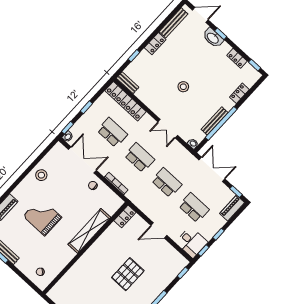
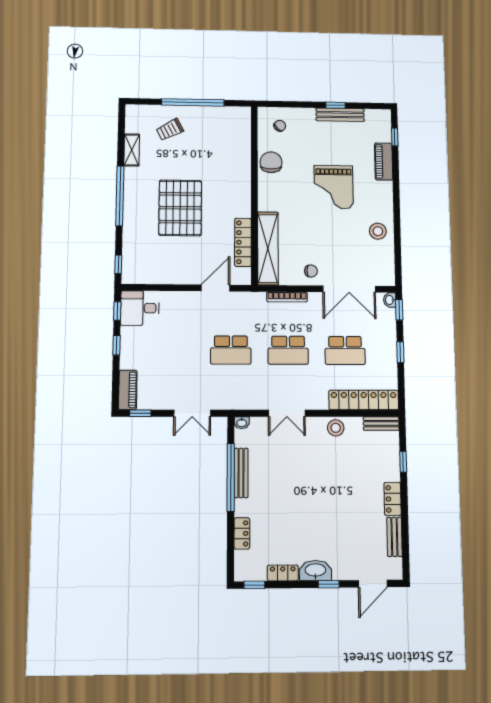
bench: (174, 23) -> (394, 537), width x0.73
washbasin: (213, 38) -> (315, 571), moved
stool: (183, 87) -> (336, 428), moved
double door: (168, 129) -> (287, 413), swing flipped
double door: (212, 169) -> (192, 413), width x0.73
school desk: (194, 208) -> (173, 350), removed
locker: (125, 216) -> (243, 242), moved, width x1.53
grand piano: (42, 217) -> (334, 187), turned 90
door: (159, 230) -> (215, 288), moved
shelving: (89, 231) -> (268, 248), moved
chair: (62, 257) -> (271, 162), added
pallet: (128, 274) -> (180, 208), width x1.37, depth x1.41

